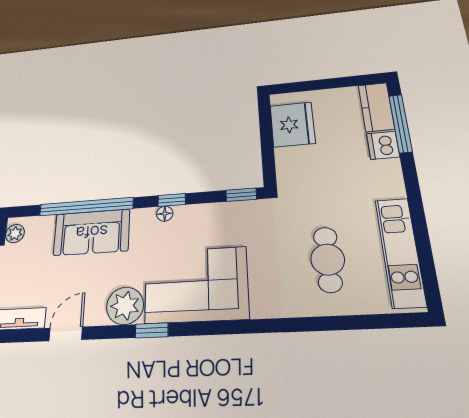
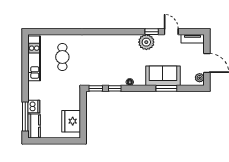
window: (172, 200) -> (115, 88), moved
window: (86, 207) -> (166, 88), width x0.47
corner sofa: (196, 285) -> (116, 49), removed
window: (152, 330) -> (152, 32), moved
door: (66, 334) -> (171, 32), swing flipped

